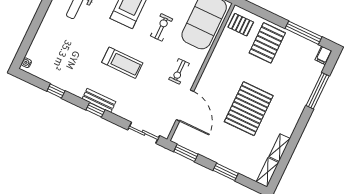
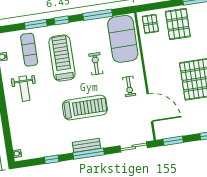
pallet: (241, 25) -> (150, 24), turned 90
treadmill: (122, 63) -> (85, 108), width x1.37, depth x1.38
window: (95, 110) -> (89, 154), width x2.17

